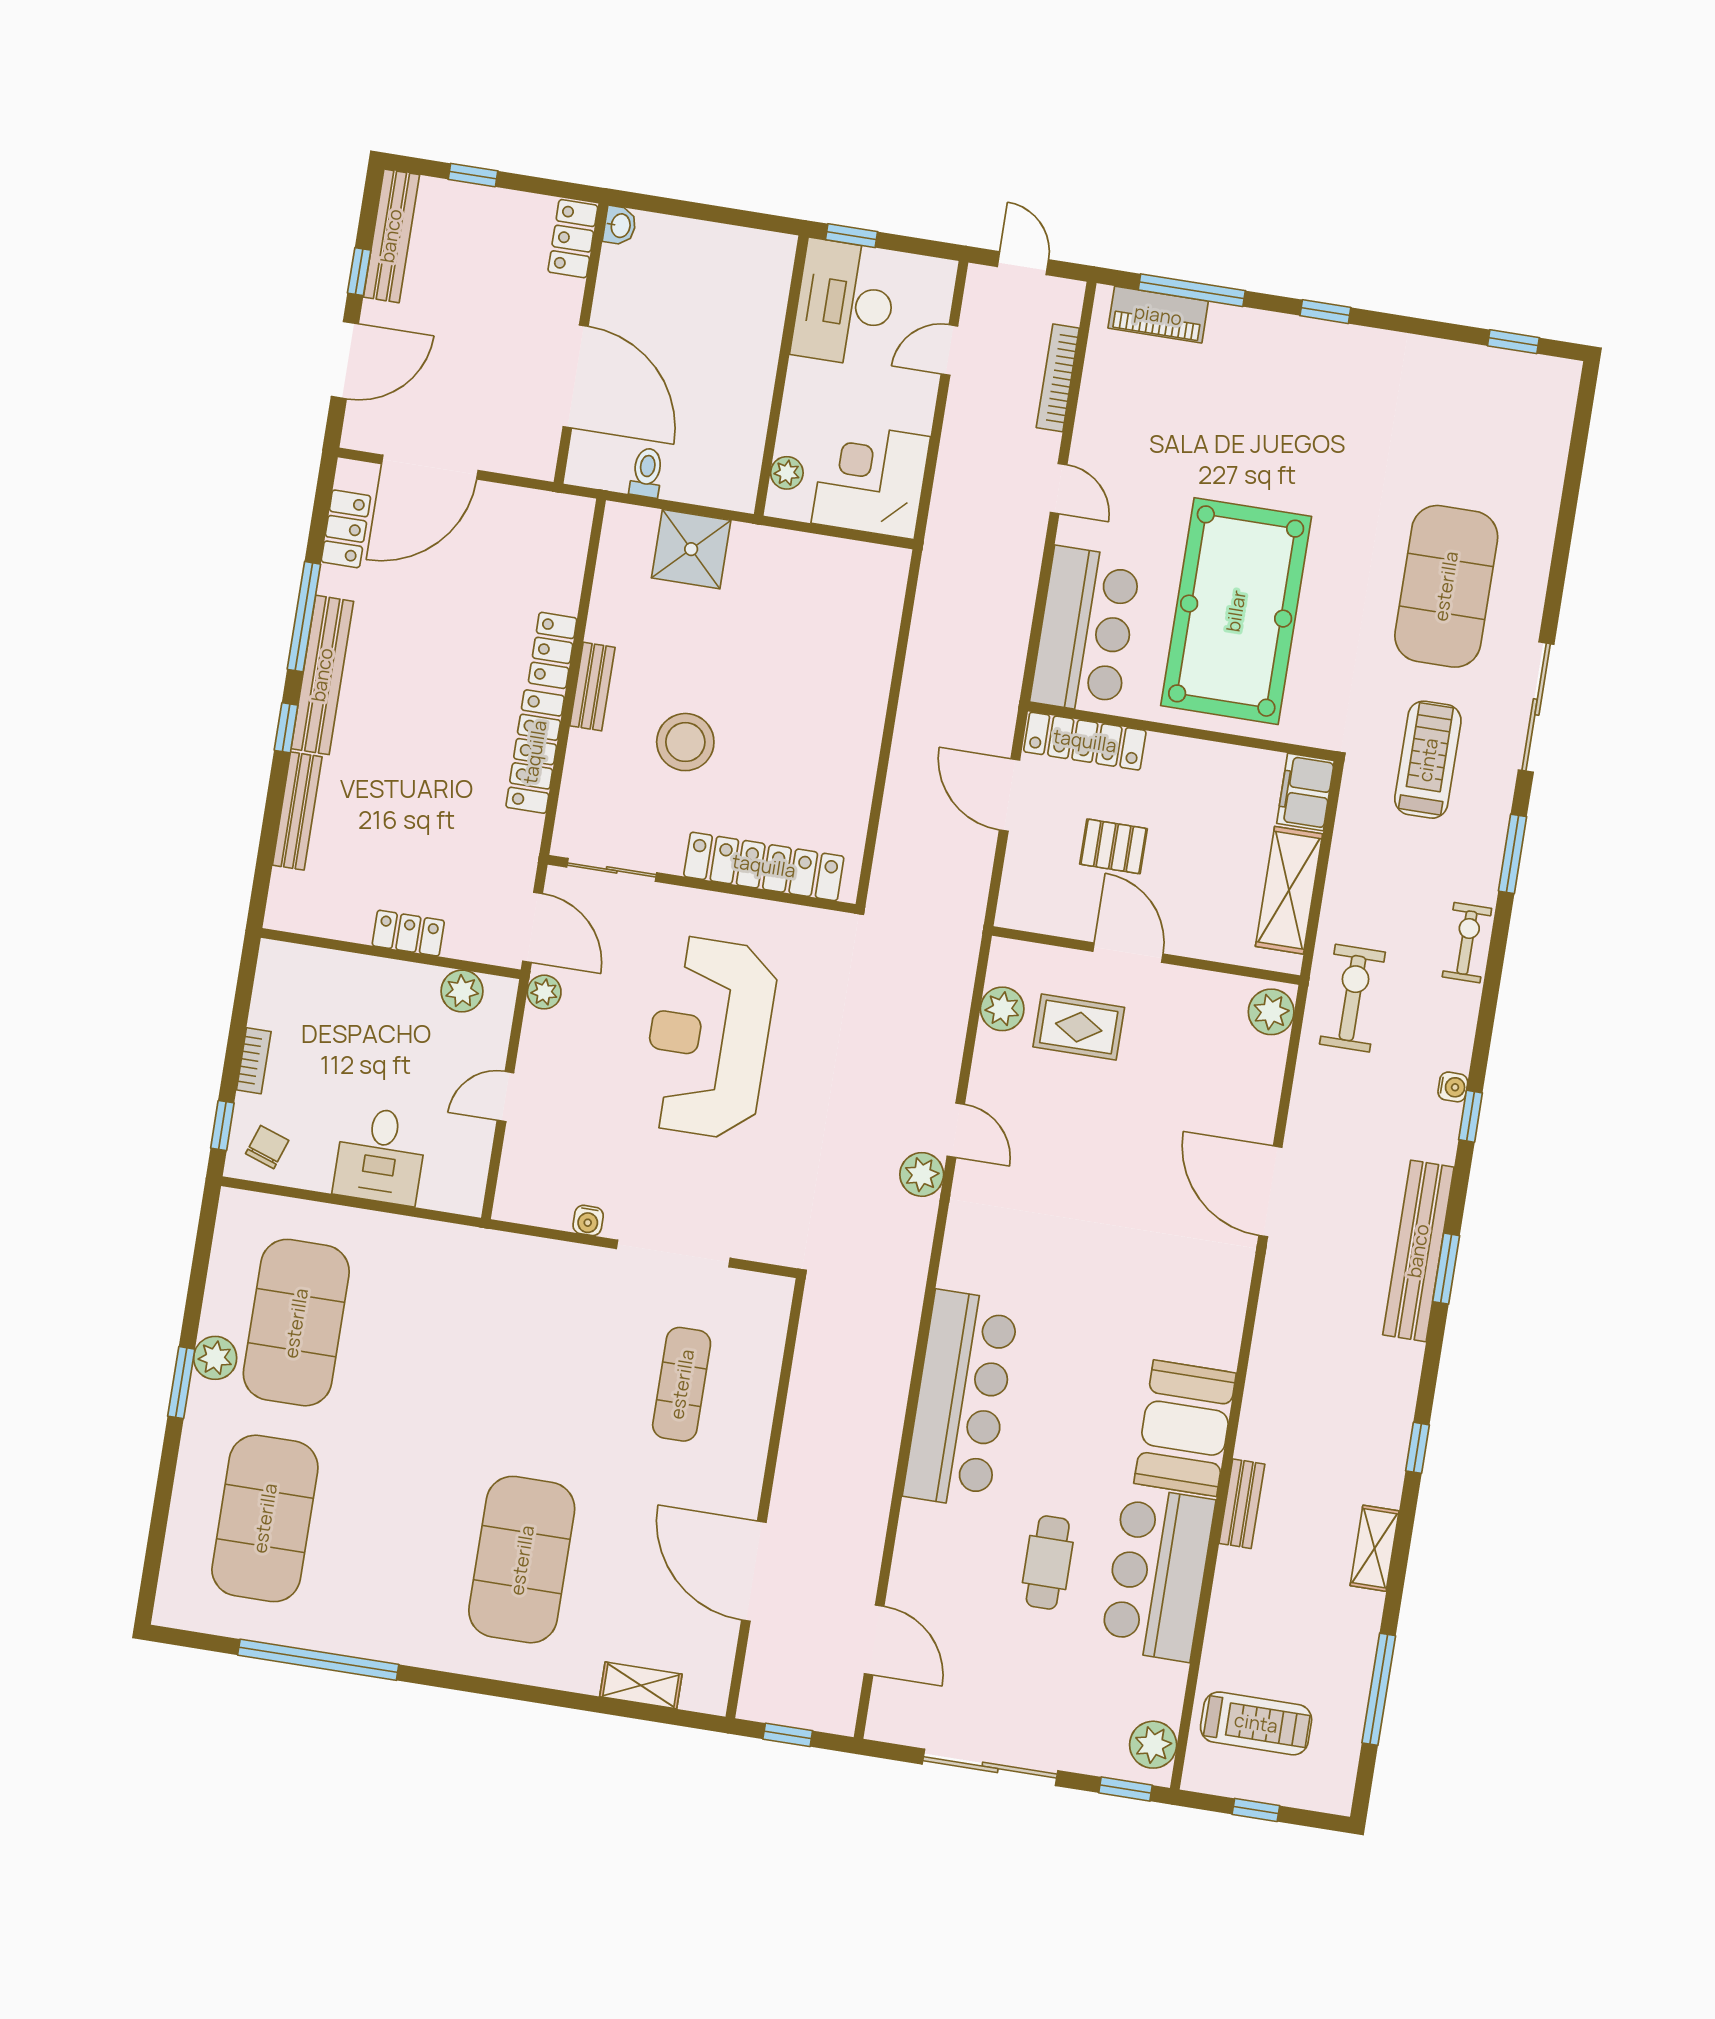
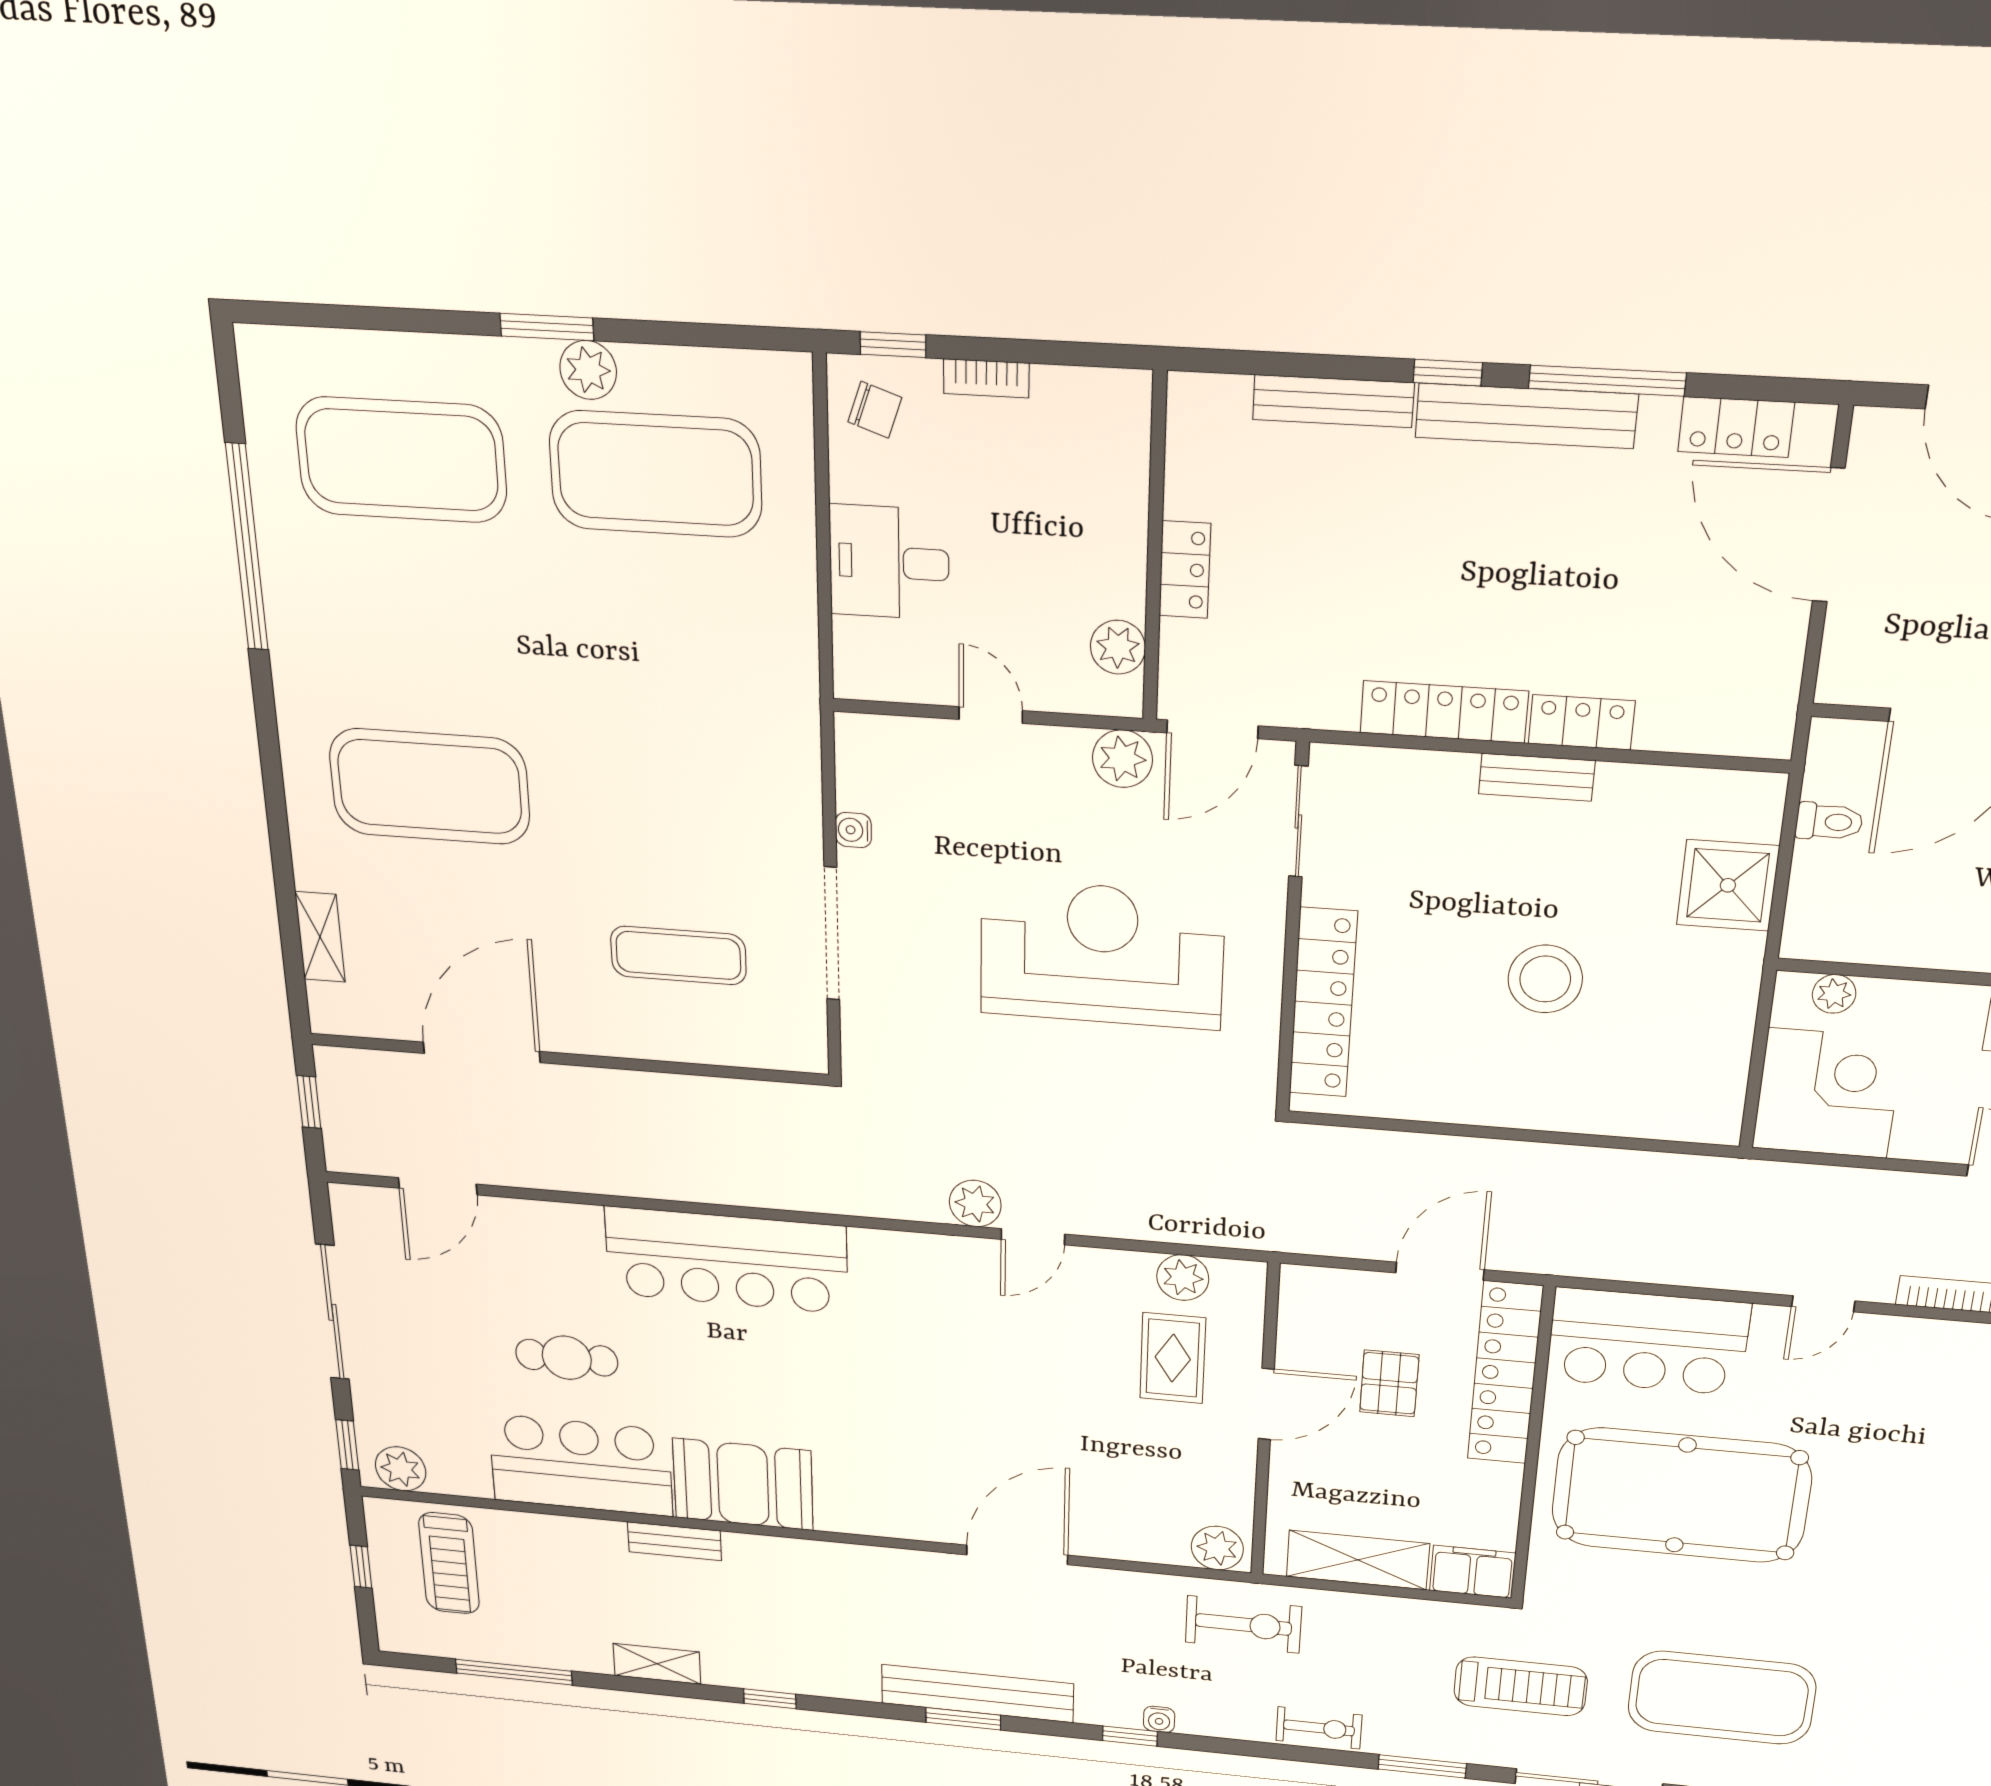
locker: (1085, 741) -> (1505, 1373), width x1.41, depth x1.21
stool: (685, 742) -> (1545, 979), moved
plant: (544, 992) -> (1122, 759), width x1.38, depth x1.38

